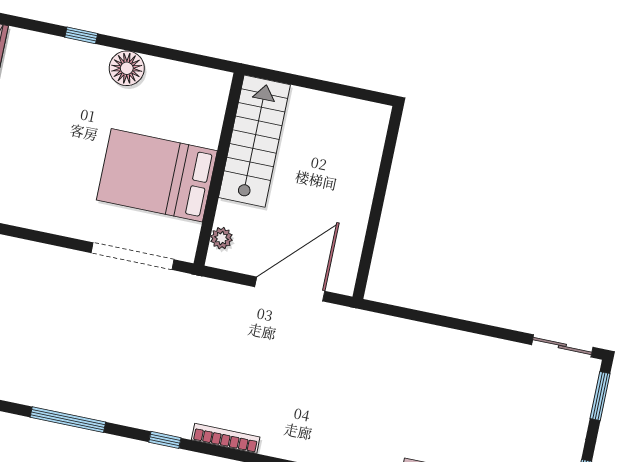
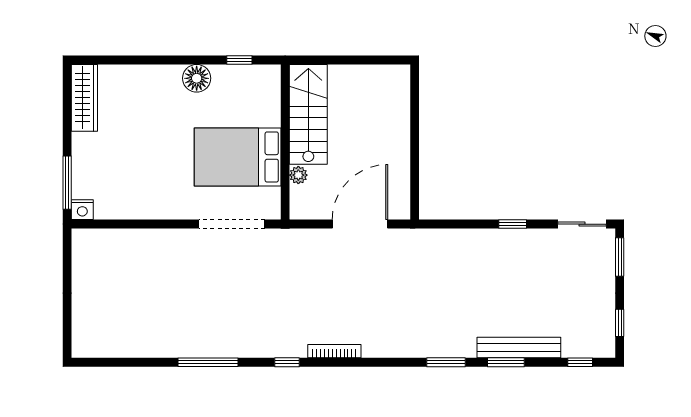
window: (81, 35) -> (239, 60), moved
plant: (221, 238) -> (298, 175), moved
window: (477, 328) -> (513, 224), added

